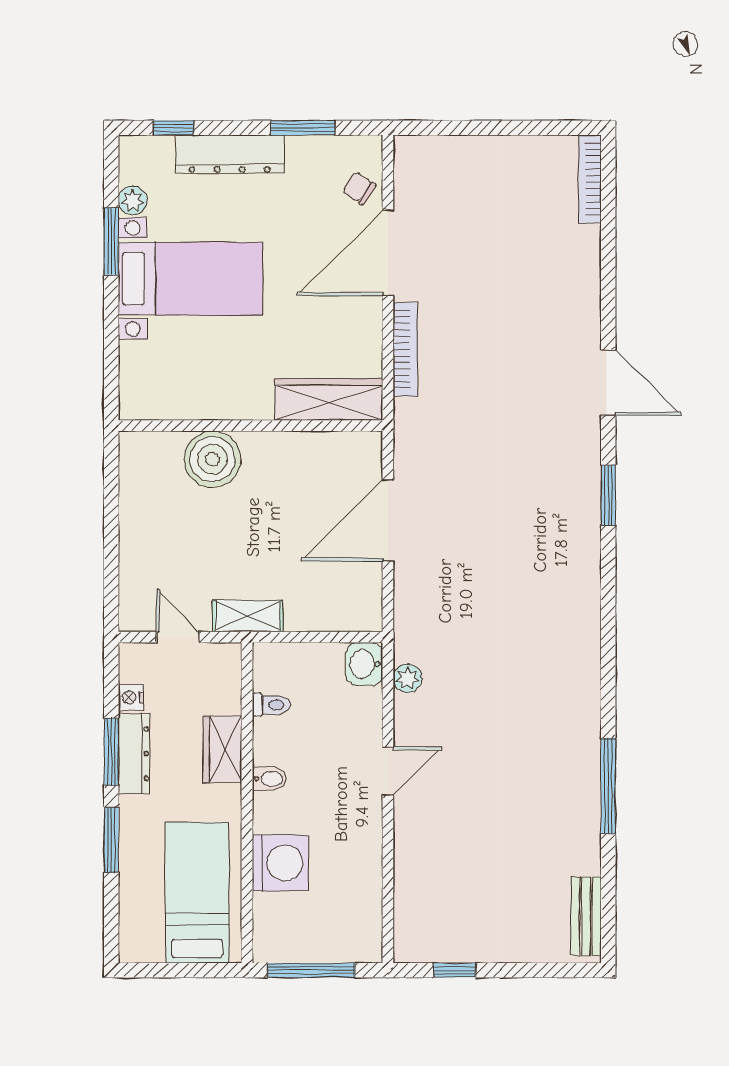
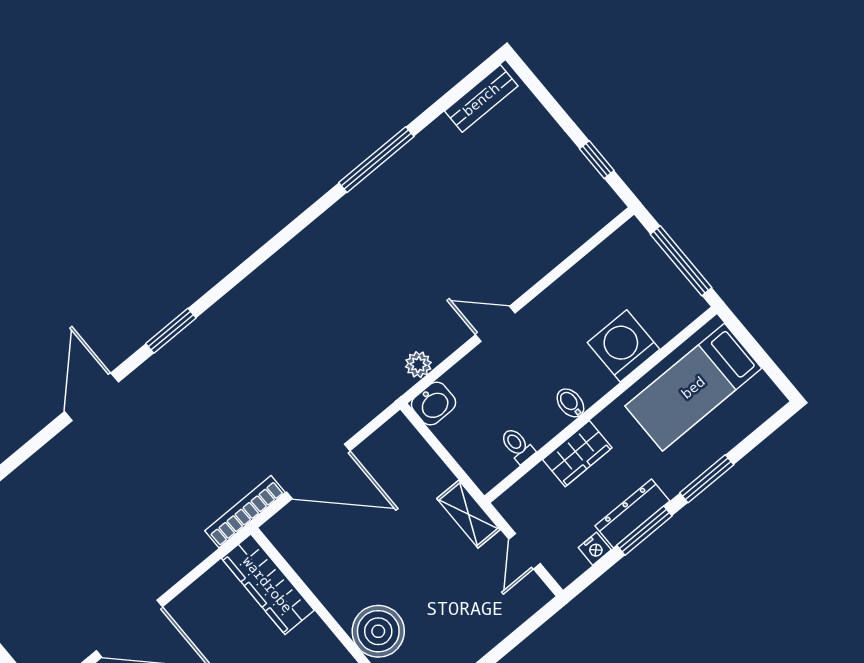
bookcase: (405, 349) -> (245, 512), moved

